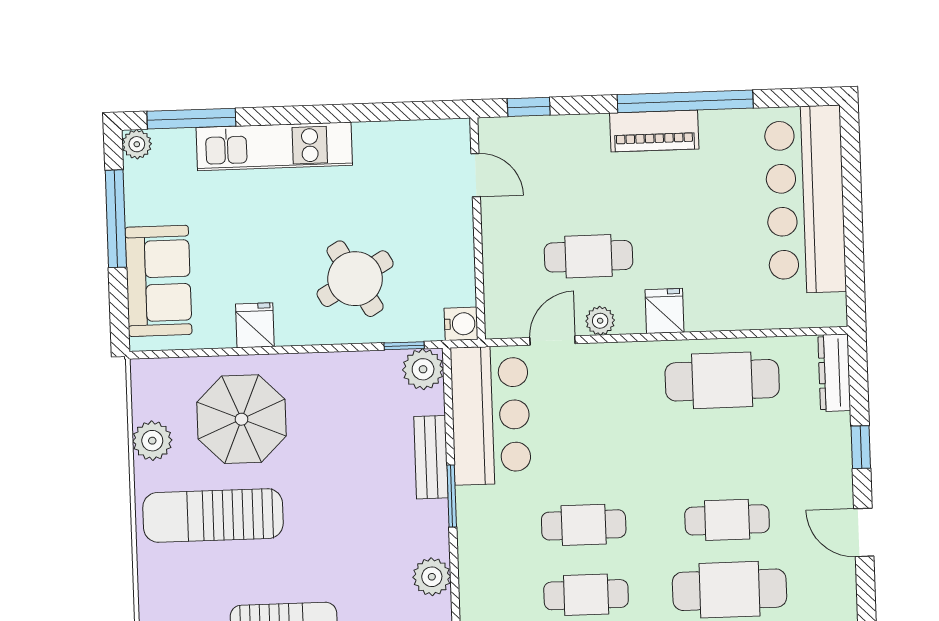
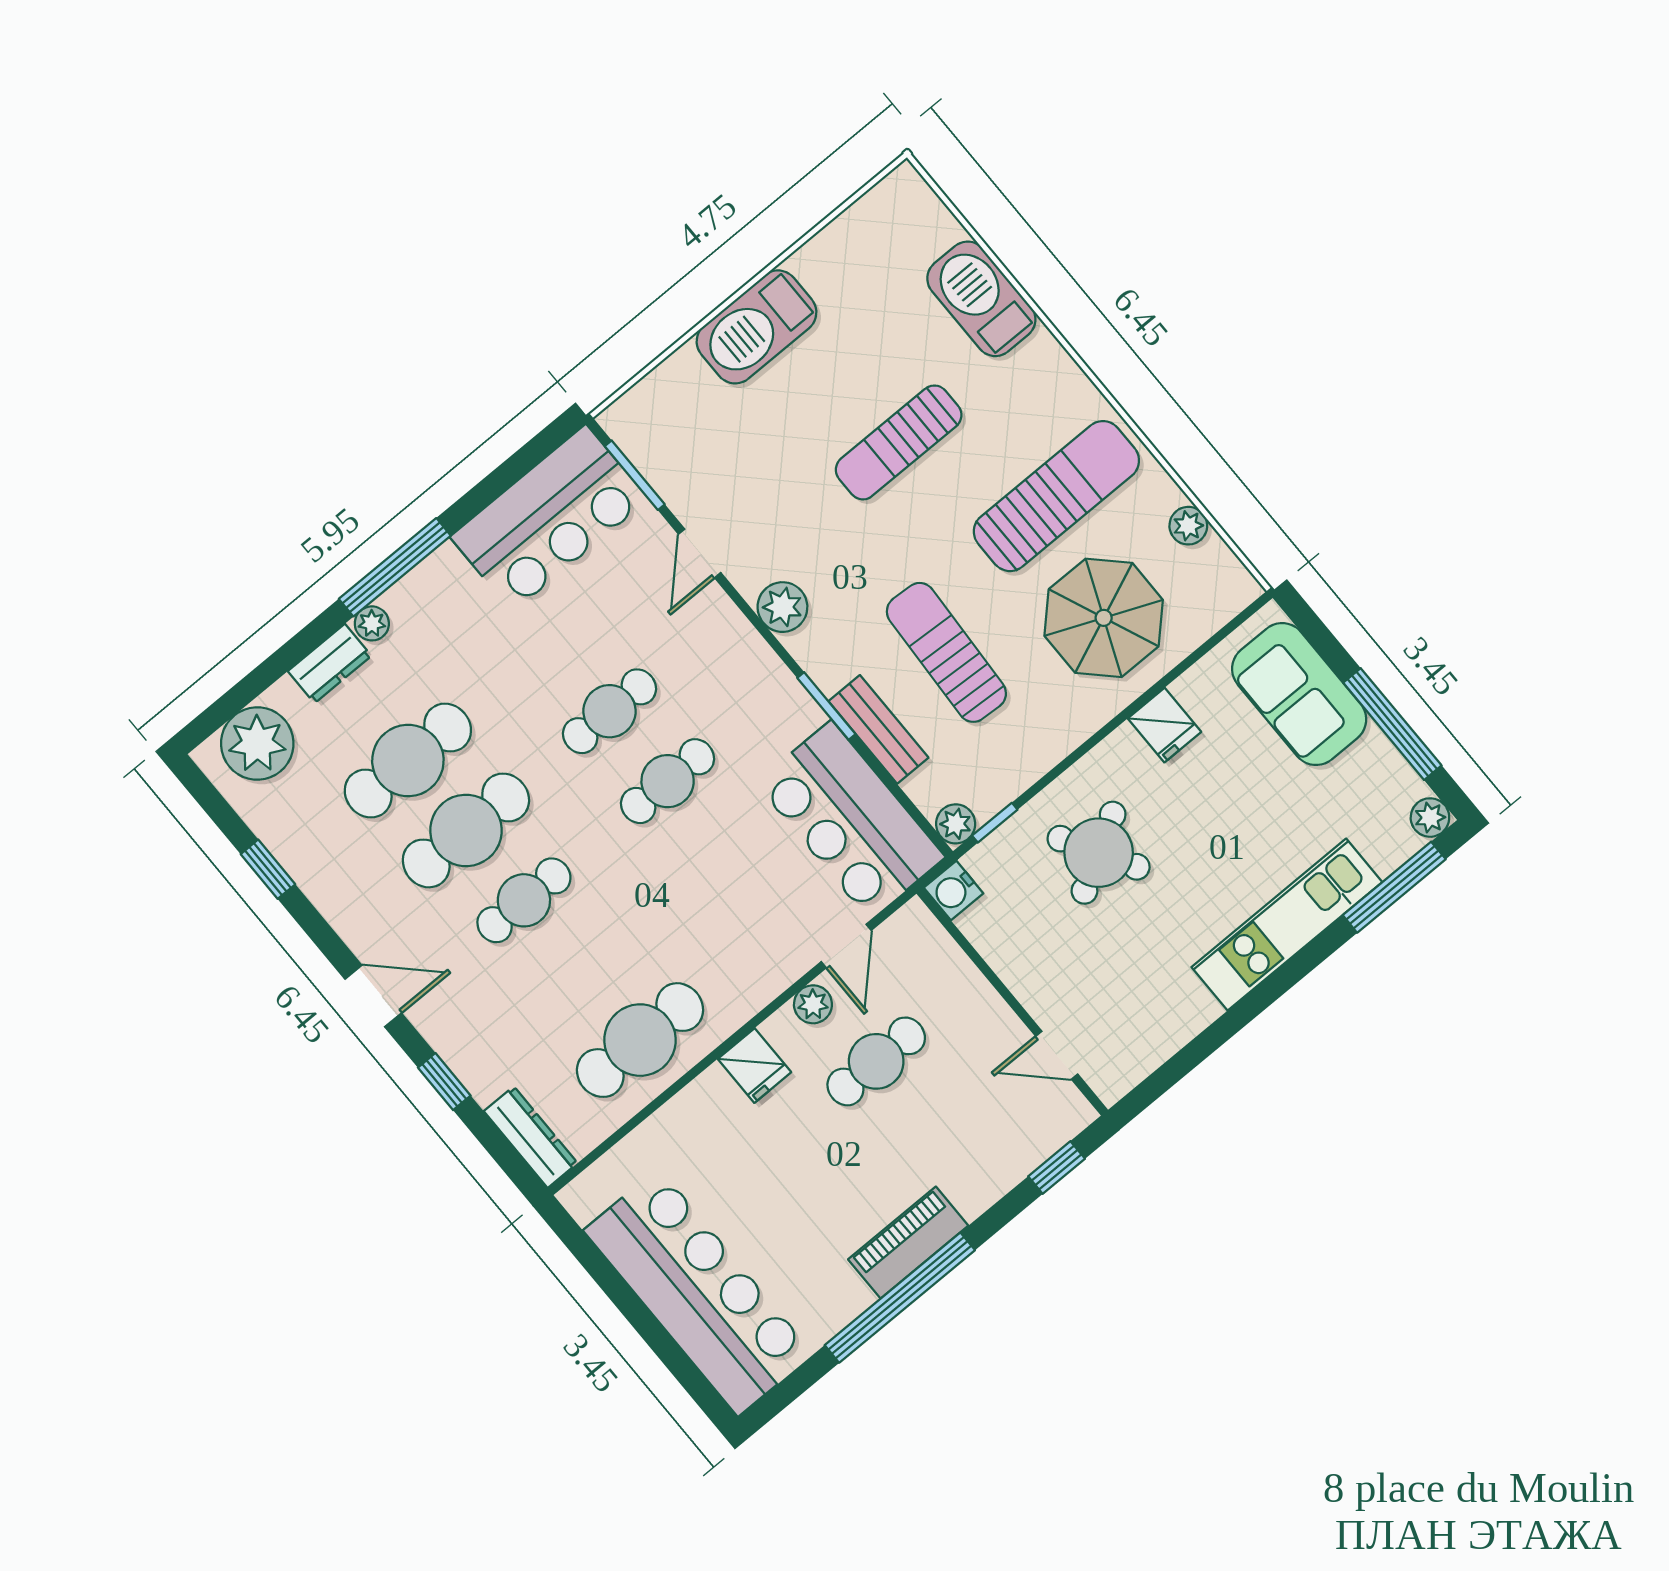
plant: (423, 369) -> (956, 824), width x0.73, depth x0.73
plant: (152, 441) -> (1188, 526), width x0.73, depth x0.73
sun lounger: (353, 472) -> (946, 652), added

